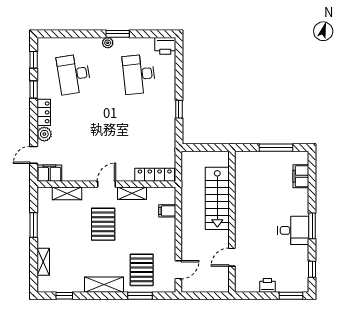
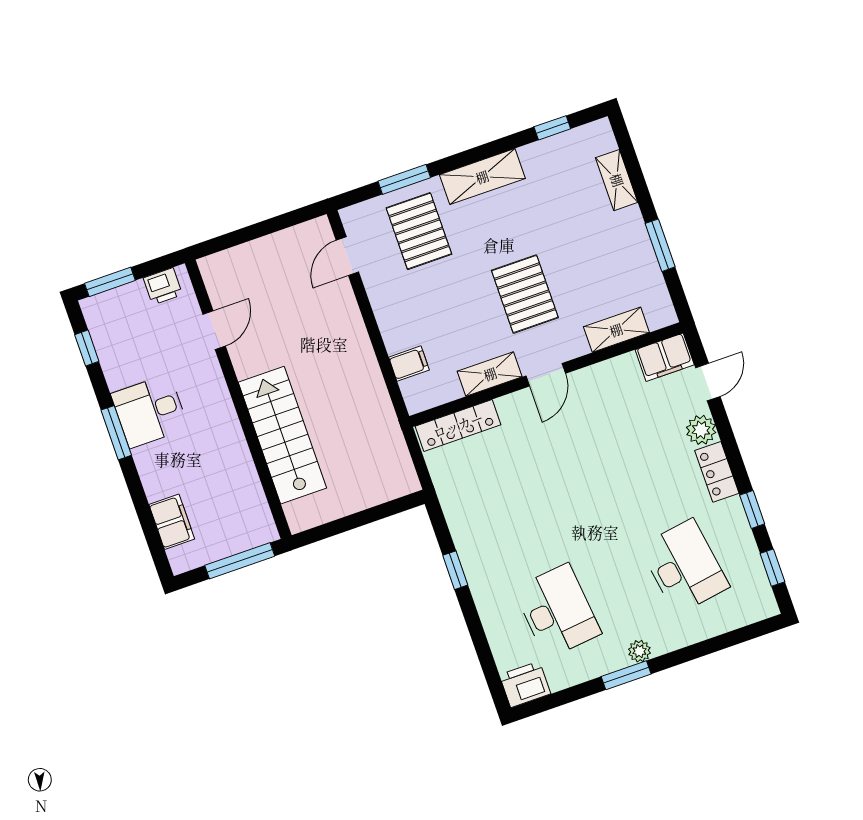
stairs: (217, 198) -> (282, 435), moved
wall: (232, 222) -> (238, 399), moved
door: (232, 257) -> (214, 330), moved

